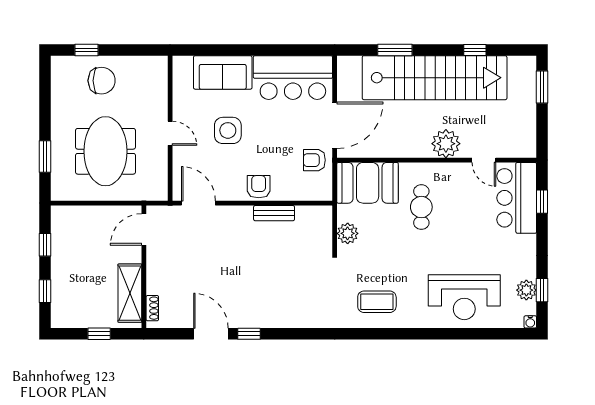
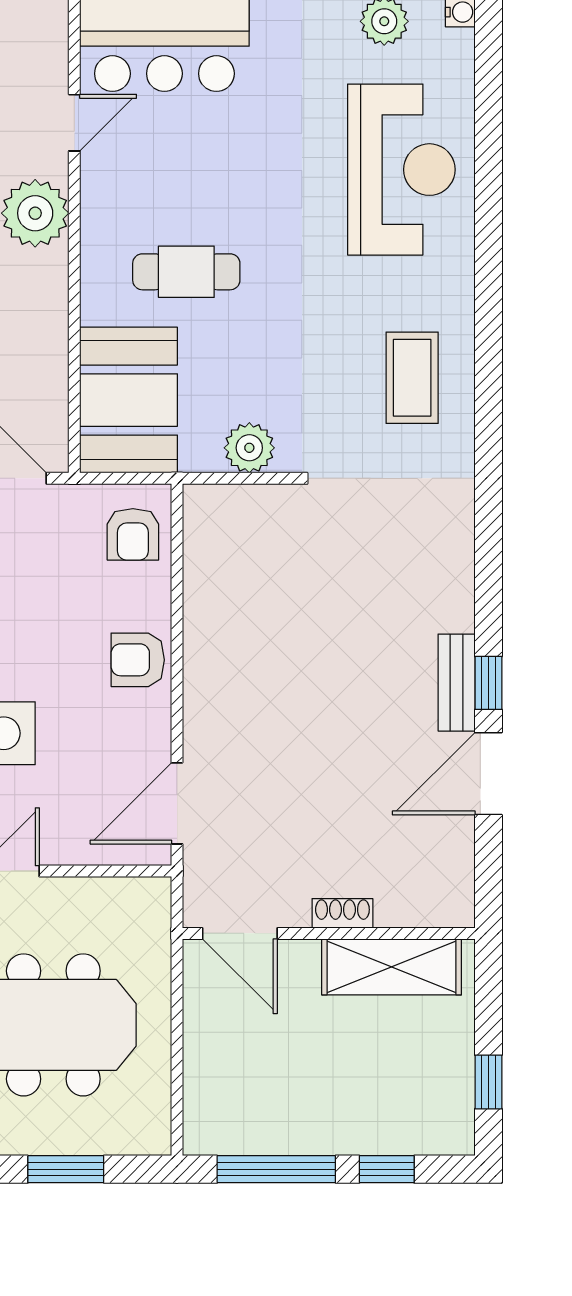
armchair: (314, 160) -> (133, 534), moved
bench: (274, 213) -> (457, 683), moved
window: (45, 245) -> (276, 1169), width x2.17
shoe rack: (152, 308) -> (342, 913), moved
window: (99, 334) -> (488, 1082), moved

